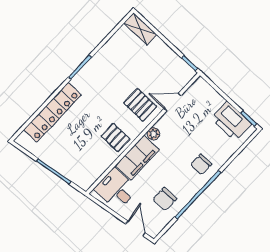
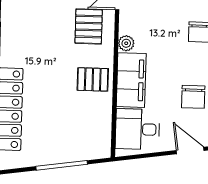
pallet: (140, 105) -> (89, 26), turned 90

